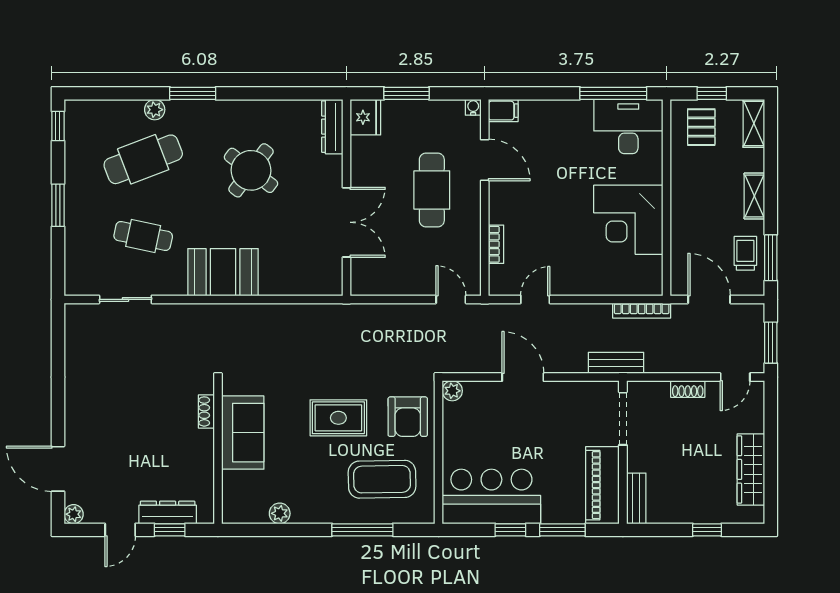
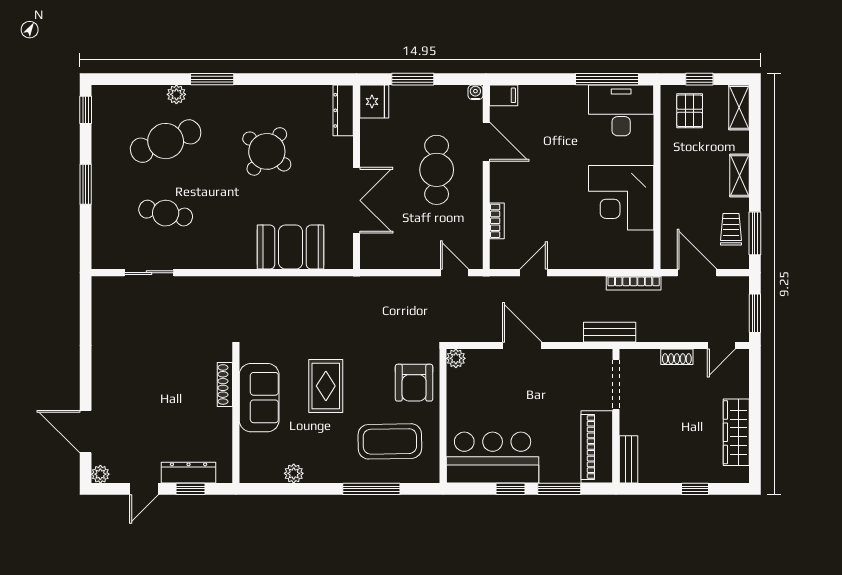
booth: (223, 272) -> (291, 247), moved
shoe rack: (206, 411) -> (225, 384), width x1.43
rug: (338, 418) -> (326, 386), moved, turned 90

